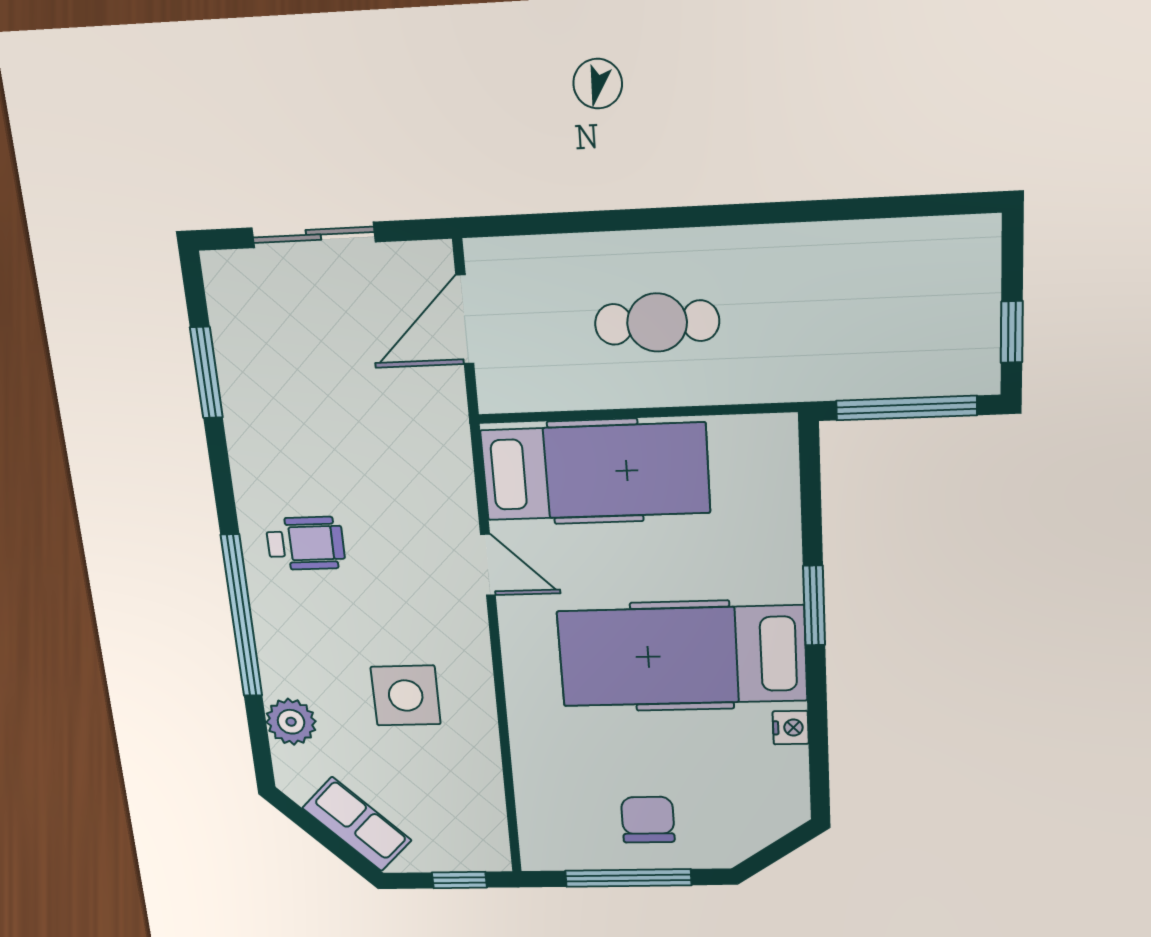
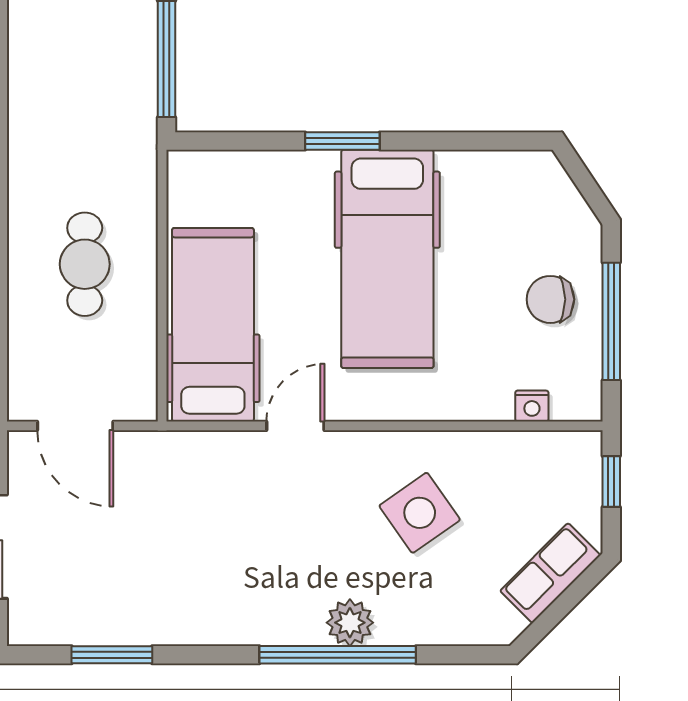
wheelchair: (306, 543) -> (270, 587), removed
side table: (406, 695) -> (420, 513), turned -35
plant: (291, 722) -> (350, 623), moved
nightstand: (791, 728) -> (532, 406), moved, turned 180

